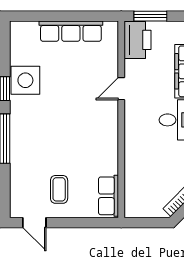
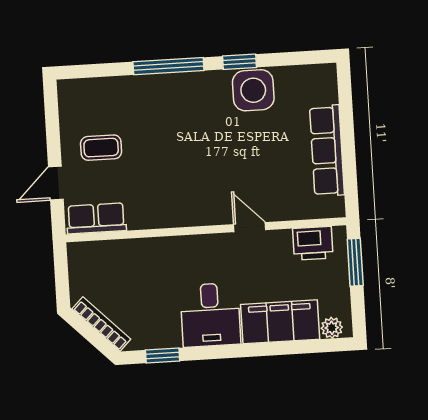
printer: (137, 40) -> (313, 243), width x0.73, depth x0.84
door: (34, 223) -> (56, 183), moved

